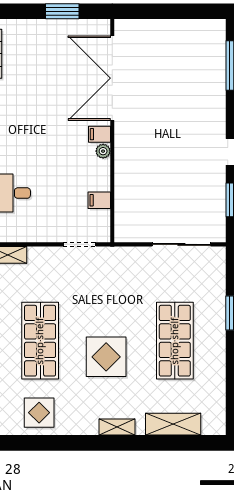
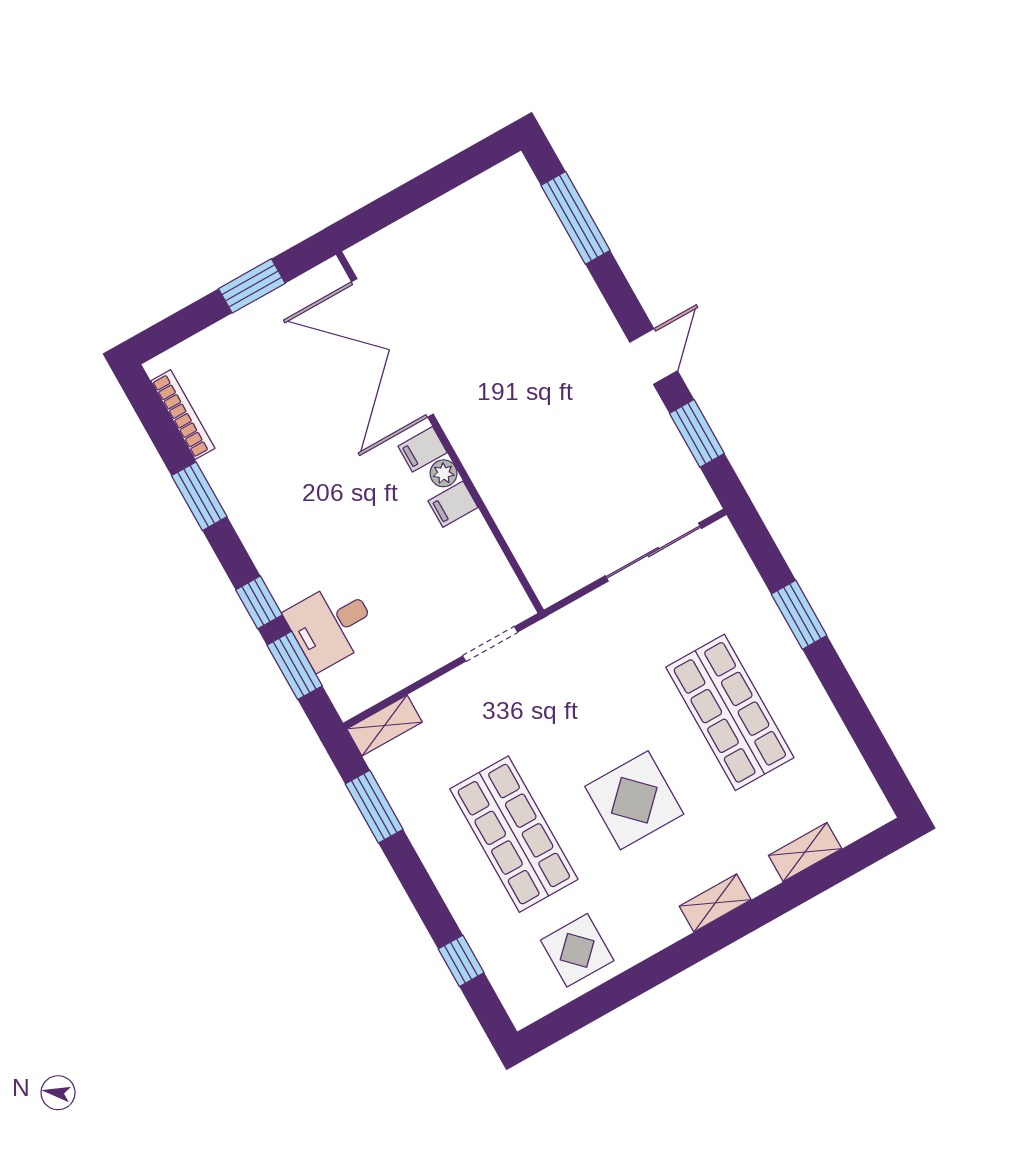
filing cabinet: (99, 200) -> (453, 504), moved
shelving: (173, 424) -> (805, 852), width x0.67, depth x0.75

